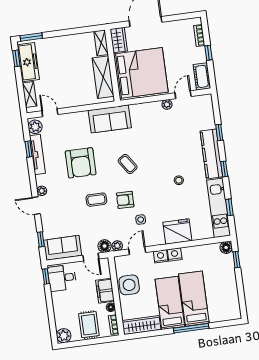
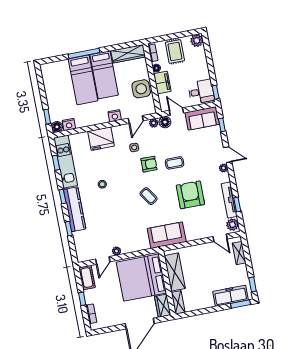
freezer: (28, 62) -> (231, 296), moved, turned 90
nightstand: (175, 254) -> (69, 125), moved

